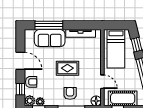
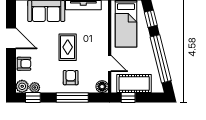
rug: (67, 68) -> (68, 47), turned 90
window: (20, 89) -> (11, 72), removed

